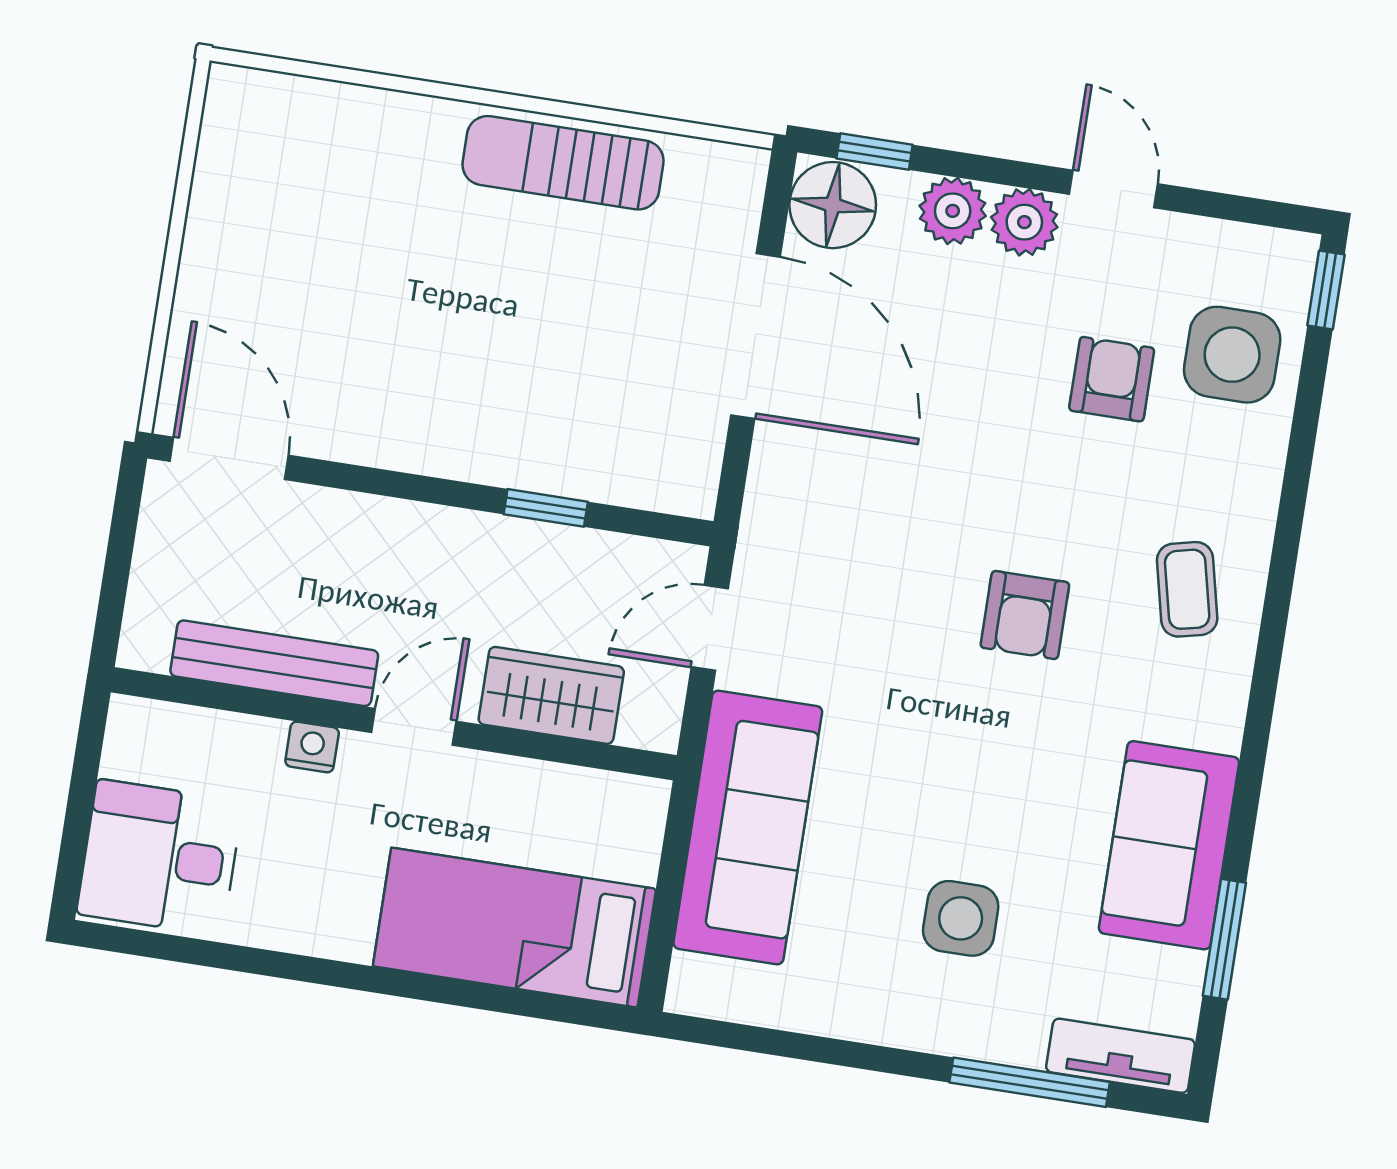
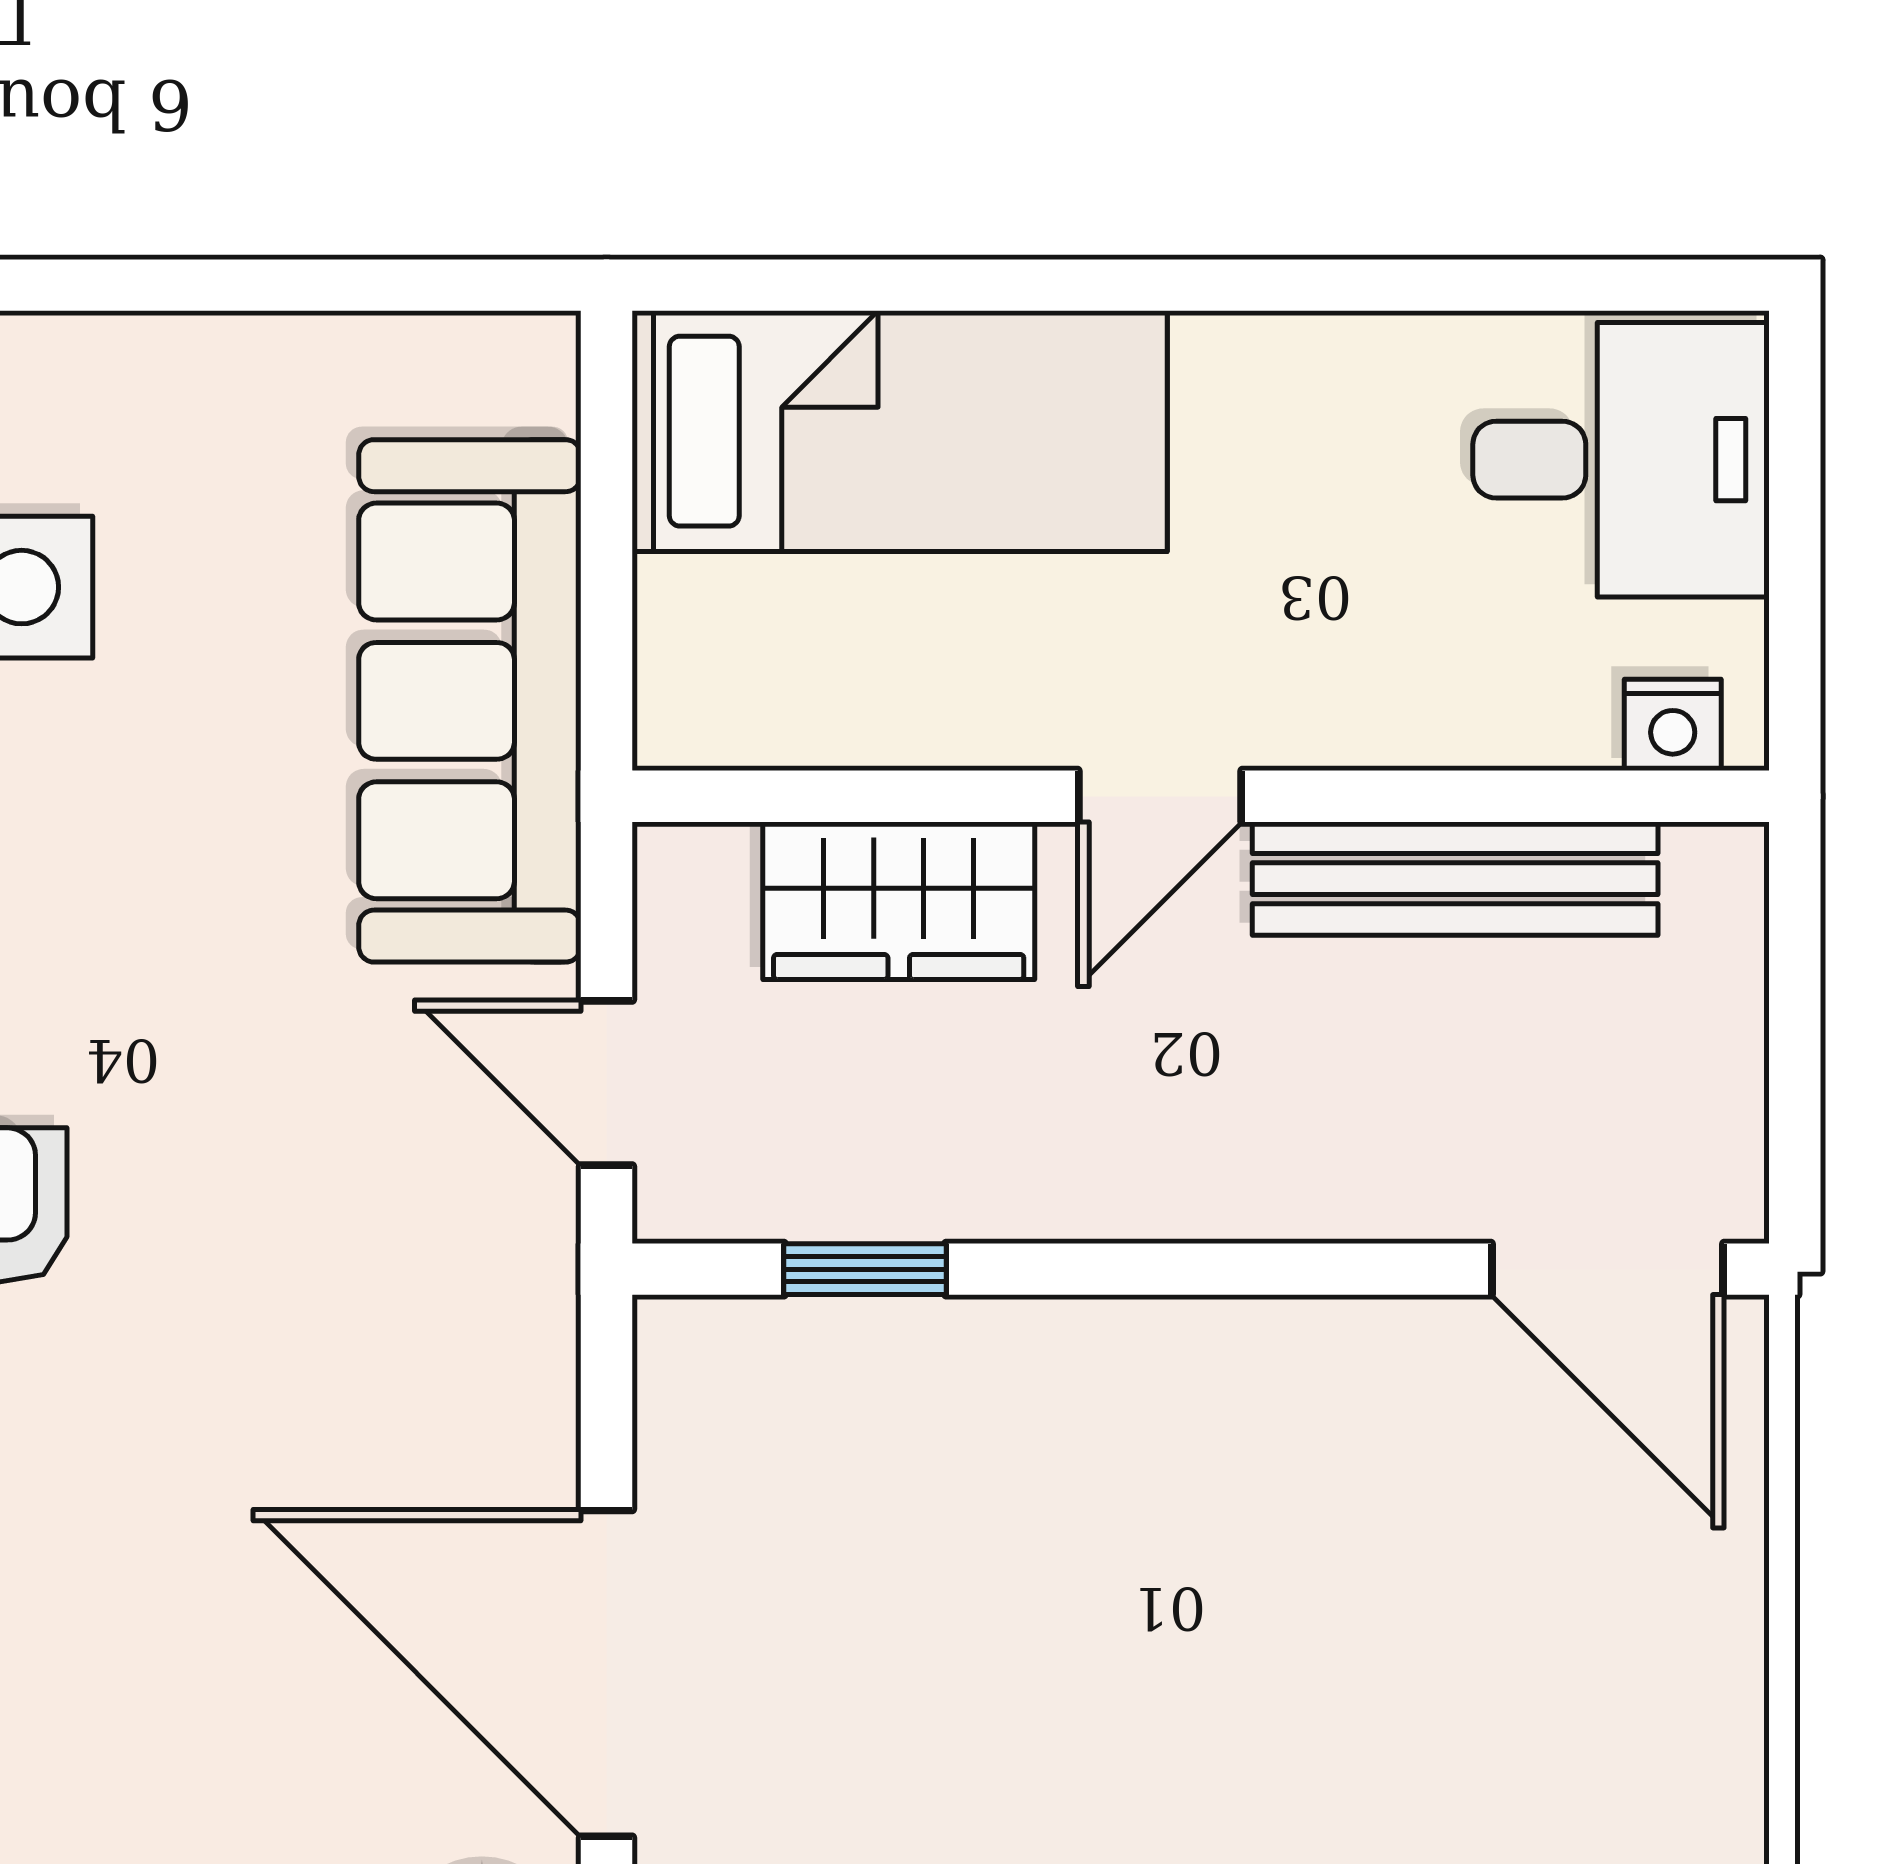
window: (546, 508) -> (865, 1269), moved
door: (710, 628) -> (606, 1083), swing flipped
nightstand: (312, 747) -> (1673, 725), moved

